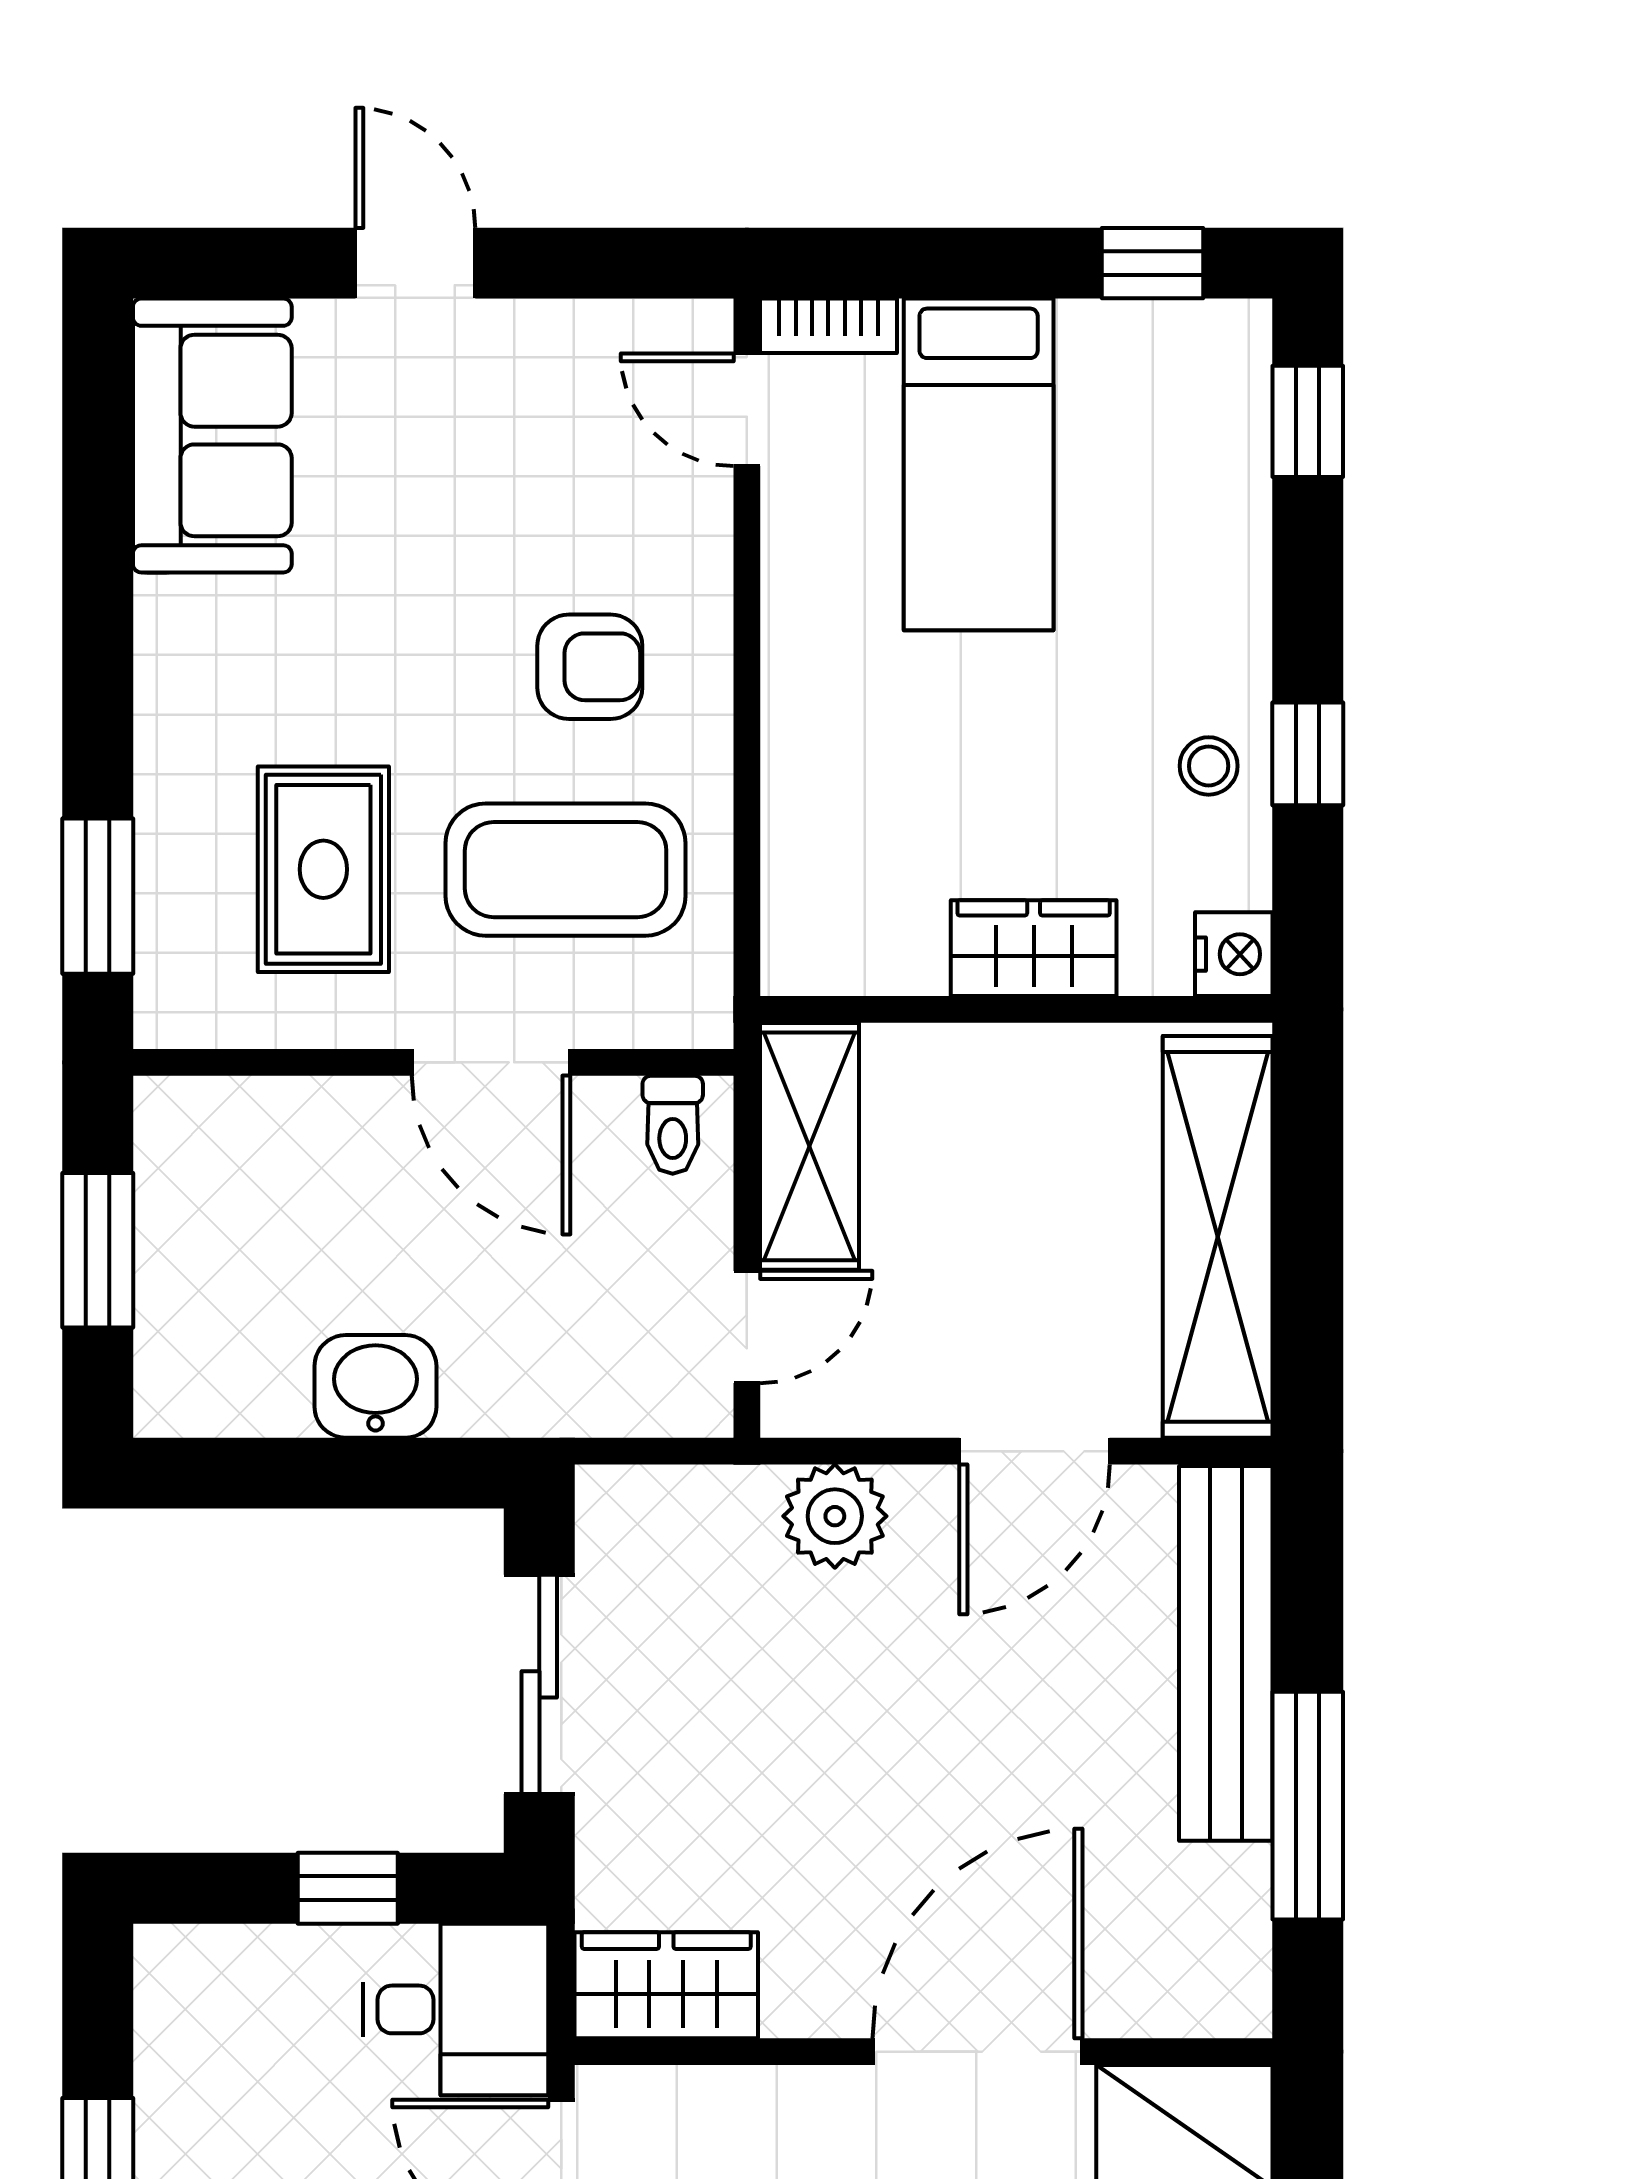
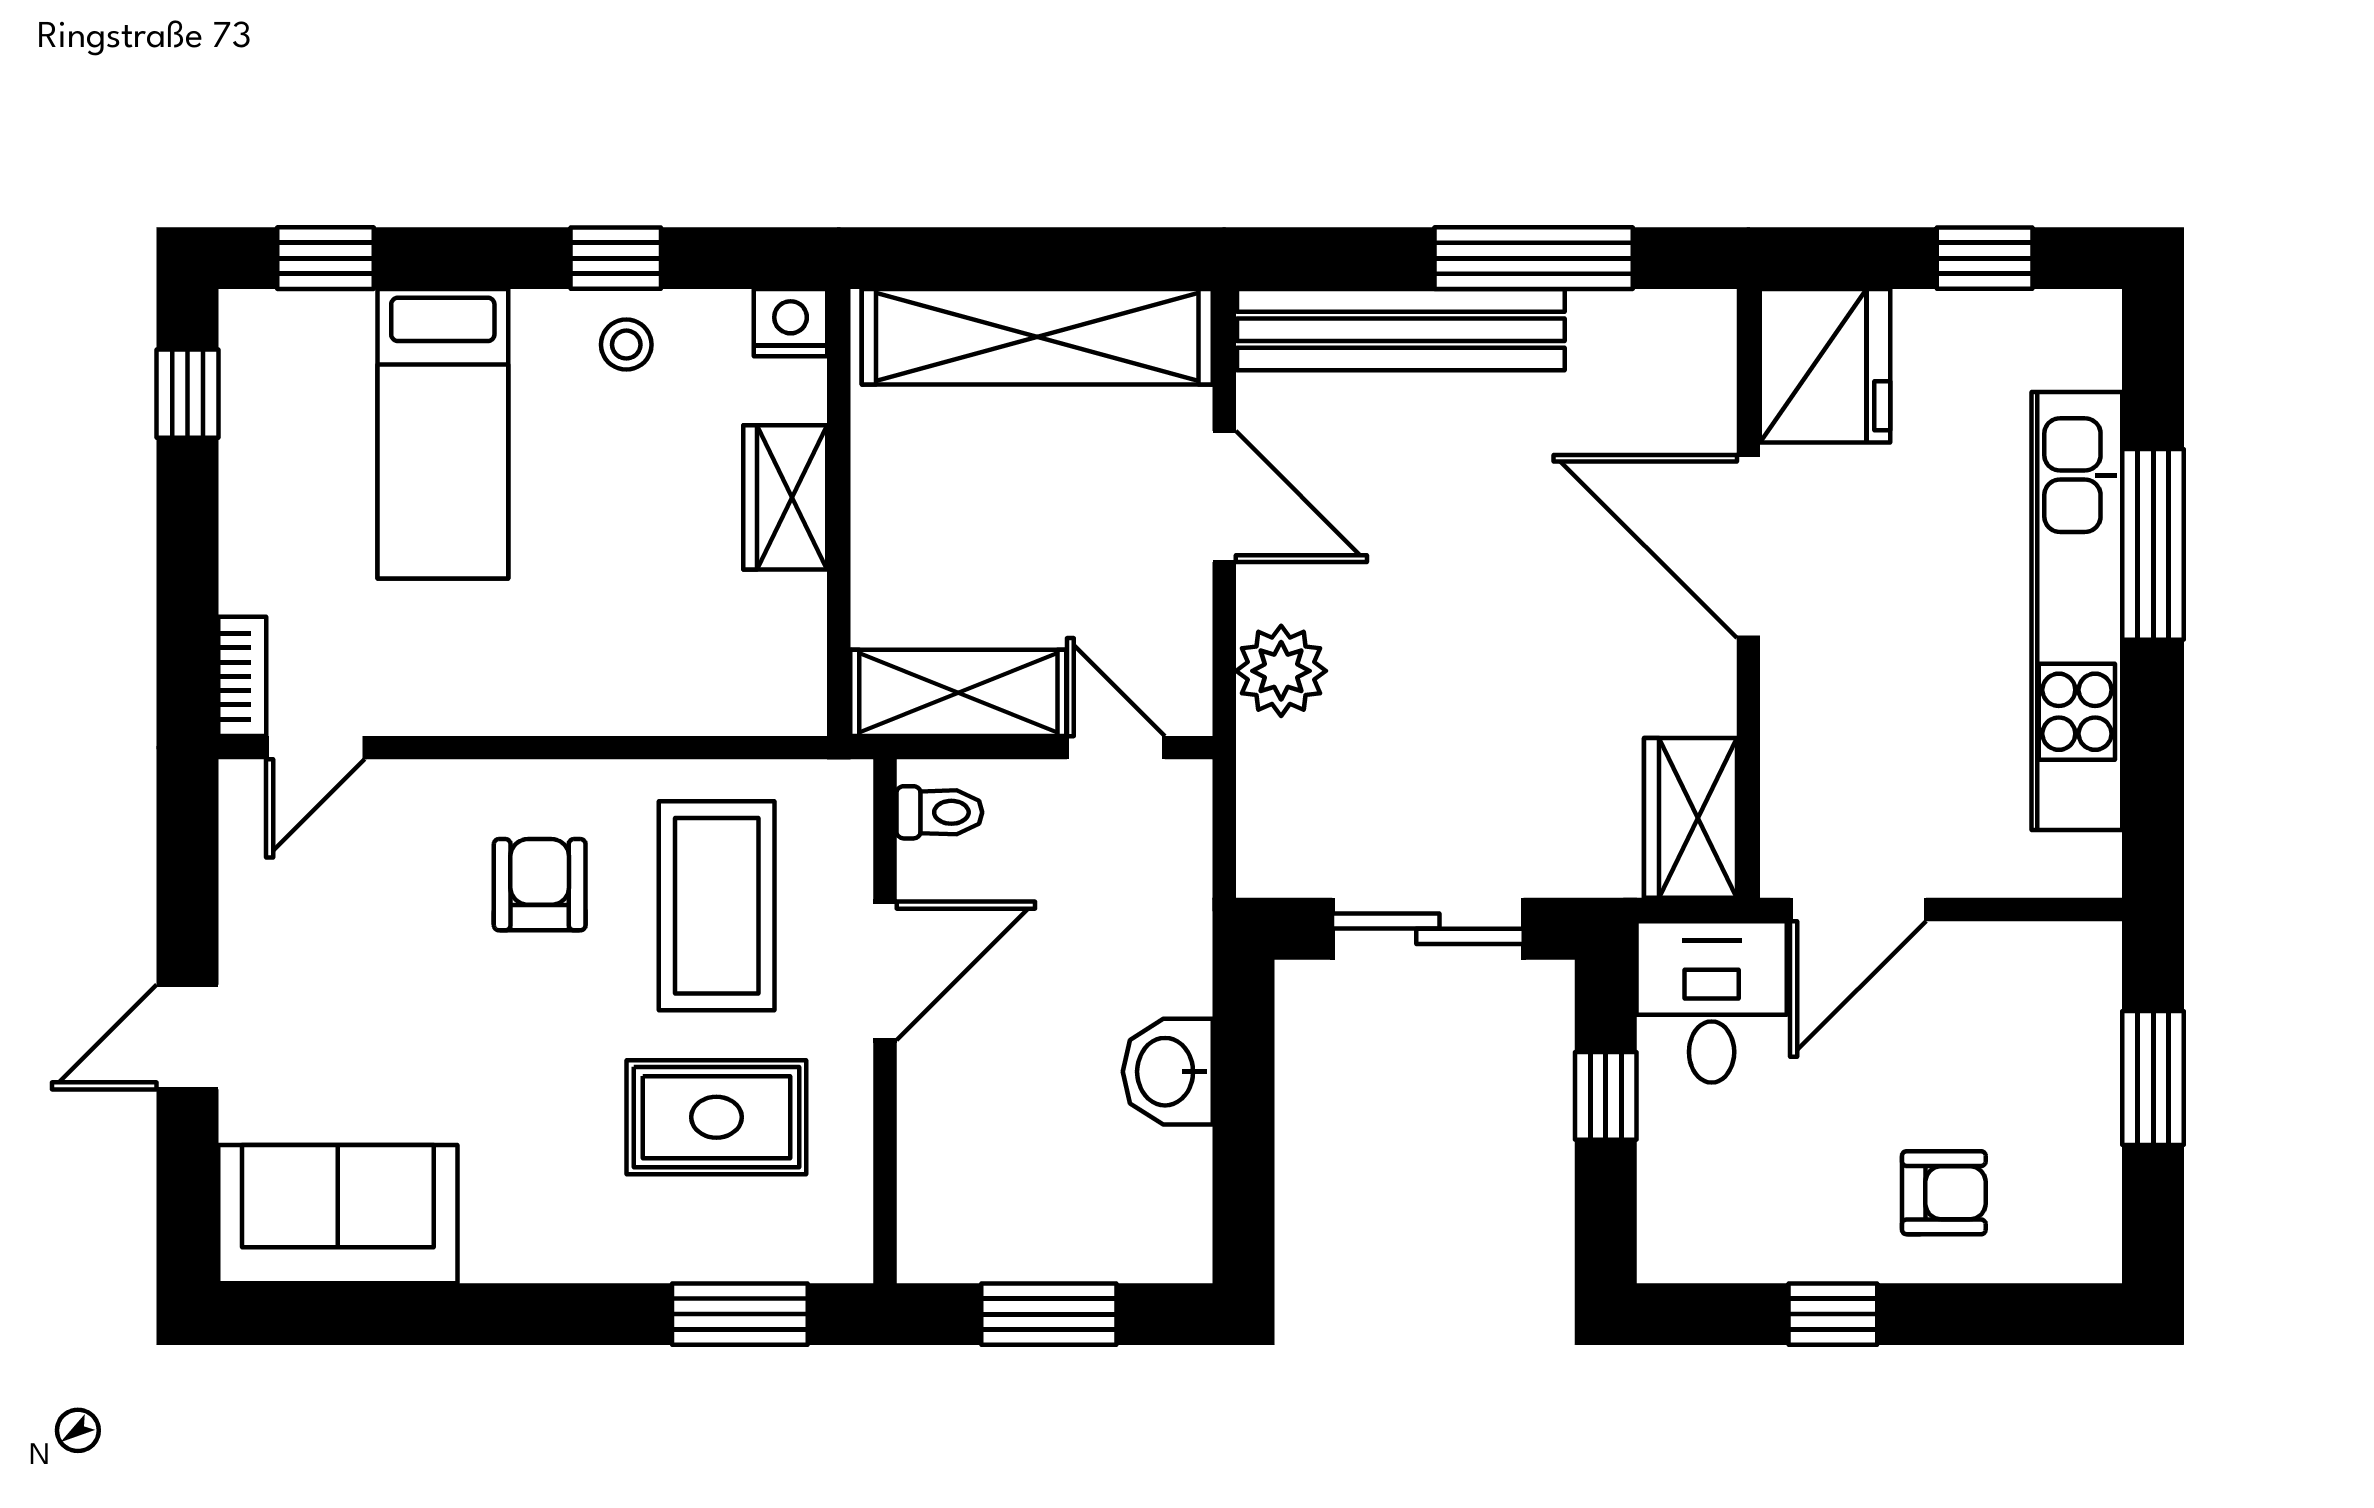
bed: (979, 464) -> (443, 434), moved, turned 90

